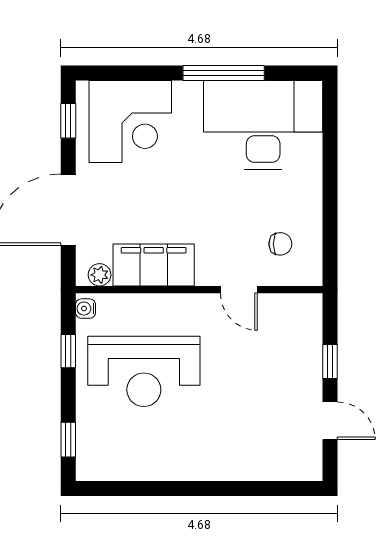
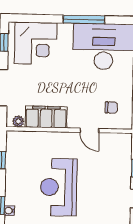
water cooler: (86, 309) -> (9, 211), moved
reception desk: (144, 371) -> (59, 187), moved, turned 90

